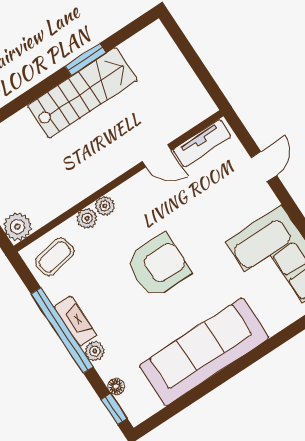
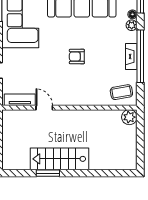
plant: (105, 206) -> (83, 100), removed
plant: (87, 218) -> (95, 100), removed
armchair: (158, 266) -> (77, 57), width x0.53, depth x0.53
plant: (95, 351) -> (132, 25), moved

